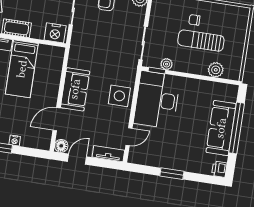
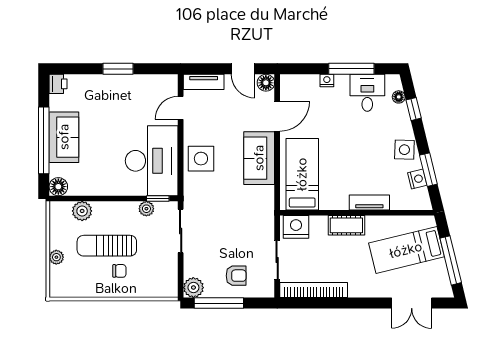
plant: (241, 38) -> (56, 257), added
sun lounger: (201, 41) -> (107, 246), turned 180
bed: (22, 69) -> (302, 174), moved
floor lamp: (231, 91) -> (58, 187), added
sofa: (221, 128) -> (64, 137), width x0.73
door: (77, 159) -> (243, 69), hinge flipped

